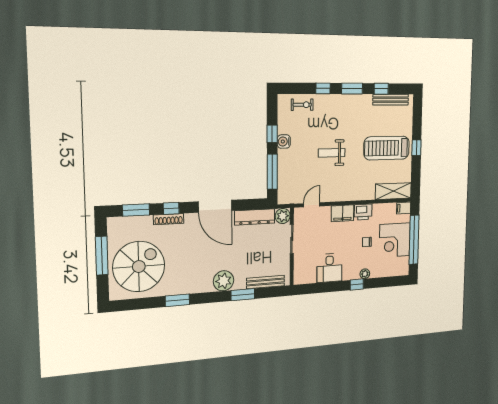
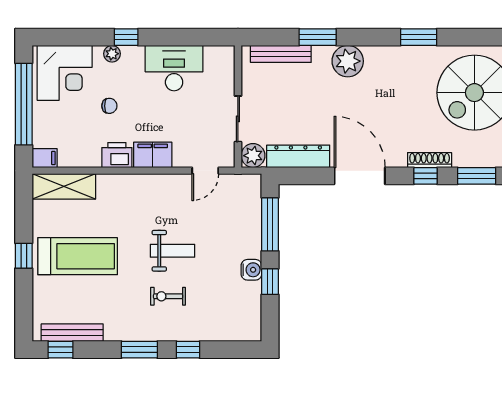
window: (381, 89) -> (60, 350), moved
exercise bike: (302, 105) -> (168, 296), moved
corner desk: (395, 240) -> (65, 73), moved, turned 90
desk: (330, 268) -> (174, 68), width x1.37

